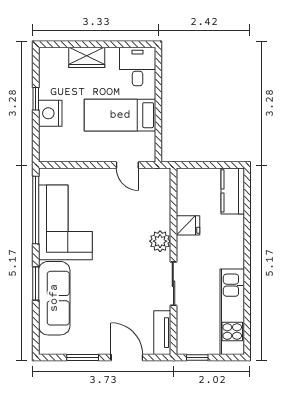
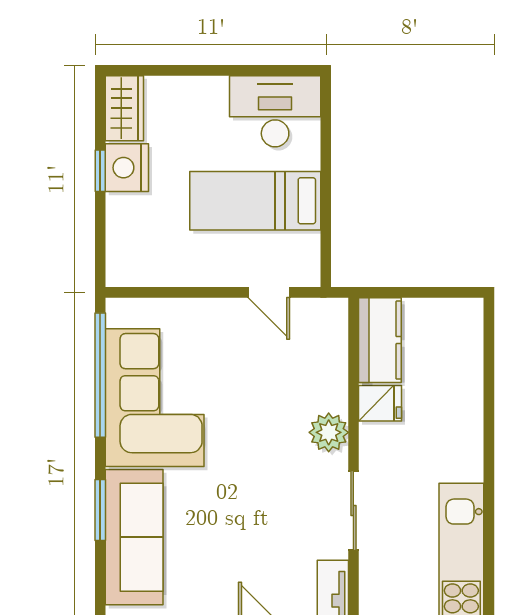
wardrobe: (87, 57) -> (124, 108), moved, turned -90
desk: (138, 66) -> (275, 111), width x1.37
nightstand: (50, 113) -> (127, 168), moved
kitchen counter: (233, 191) -> (380, 340), moved, turned 180

